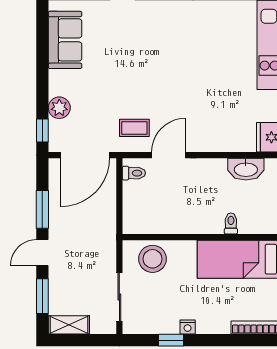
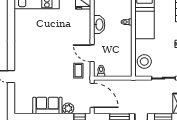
sofa: (65, 40) -> (47, 106), moved
washbasin: (246, 169) -> (99, 25), moved

